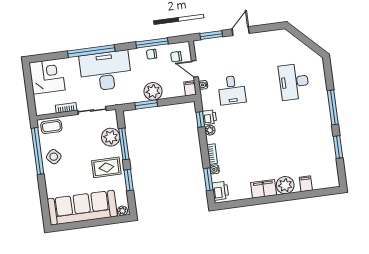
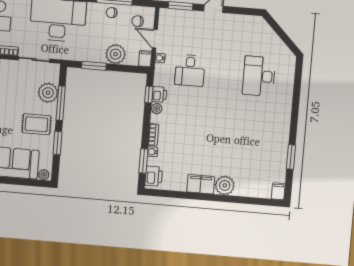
plant: (153, 91) -> (116, 54), moved
window: (333, 107) -> (295, 113), removed
filing cabinet: (306, 184) -> (278, 191), moved

